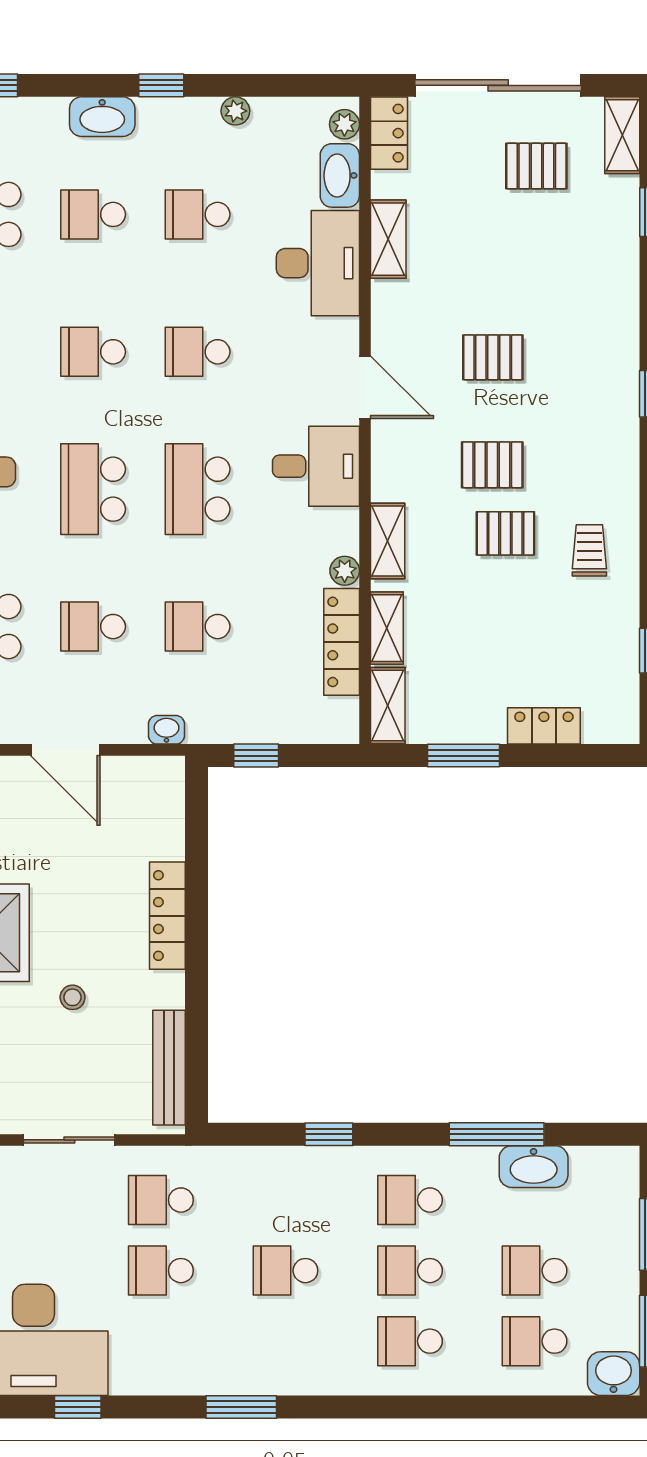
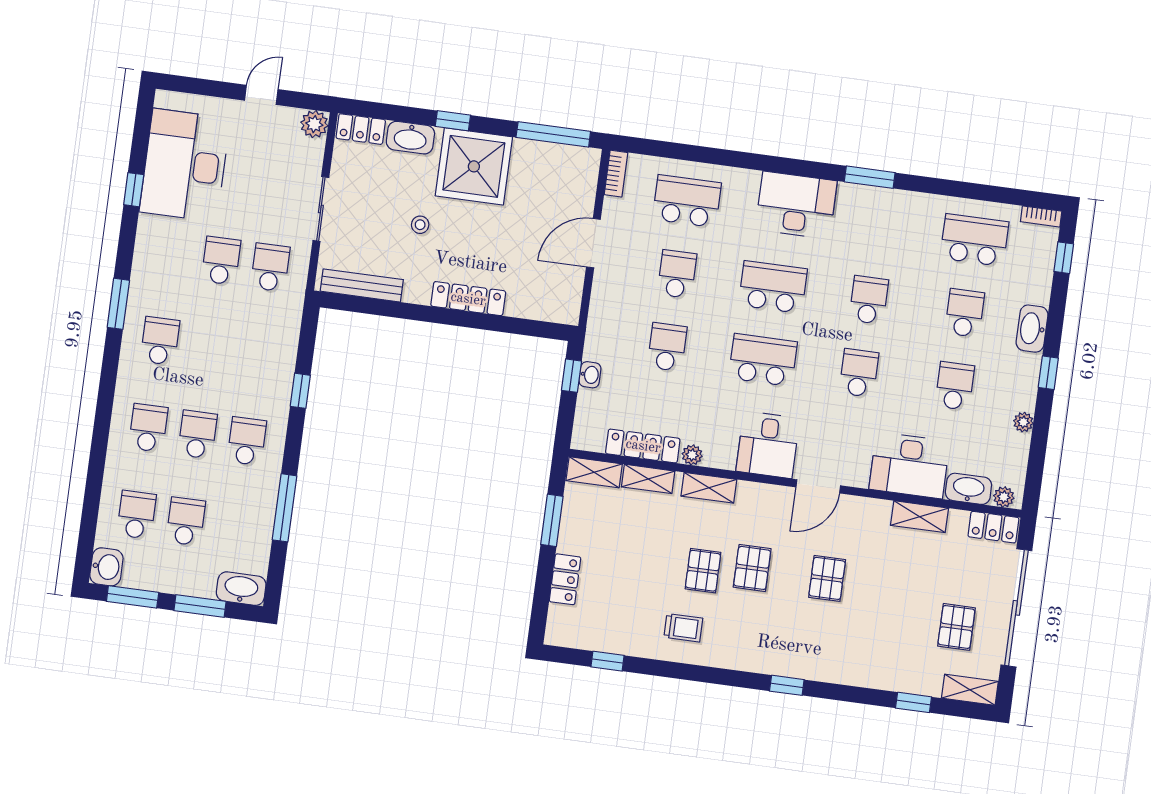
washbasin: (166, 730) -> (590, 375), moved
washbasin: (534, 1167) -> (241, 589), moved, turned 90
school desk: (285, 1271) -> (160, 341), moved

